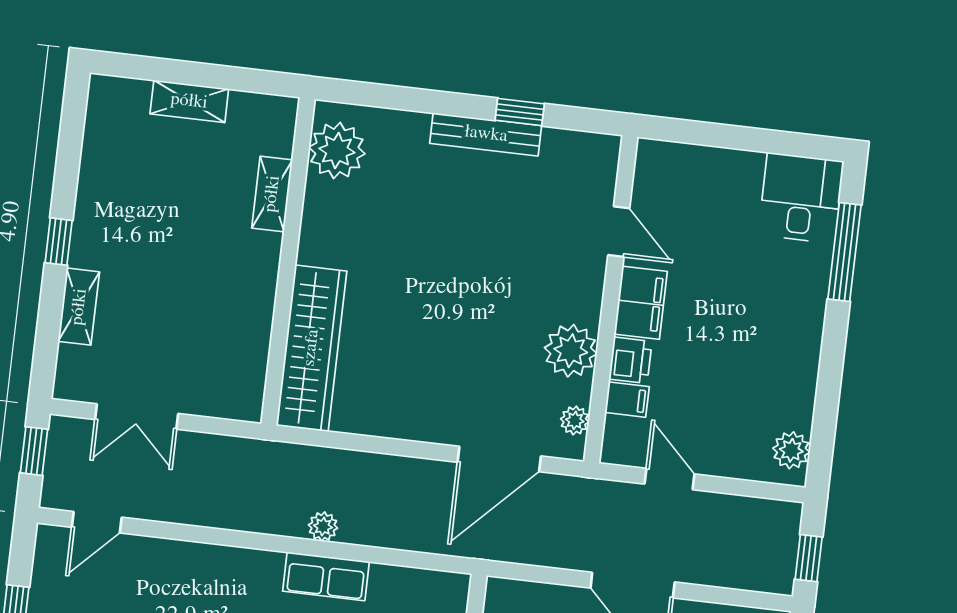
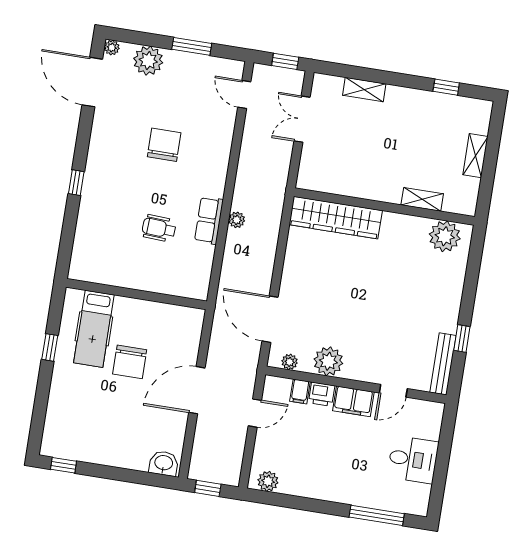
bench: (486, 134) -> (443, 364), moved
desk: (801, 198) -> (413, 459), moved
window: (59, 242) -> (446, 87), moved

